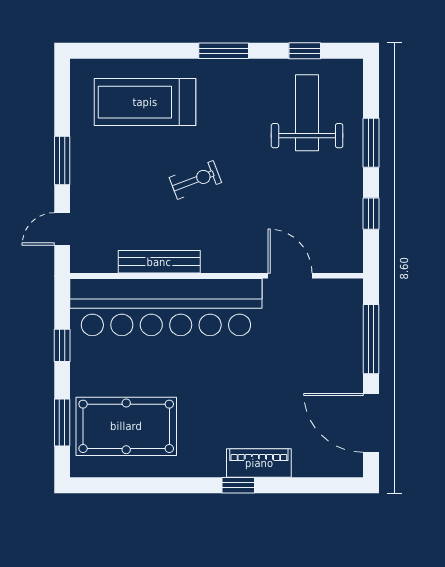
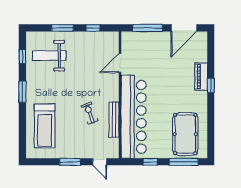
exercise bike: (195, 180) -> (90, 113), moved
window: (62, 423) -> (184, 162), width x1.44

